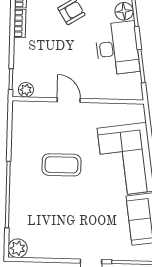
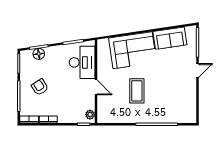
desk: (117, 48) -> (82, 62), moved, turned 98
door: (69, 100) -> (96, 87), swing flipped
plant: (18, 248) -> (190, 117), removed

